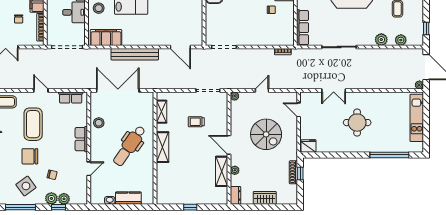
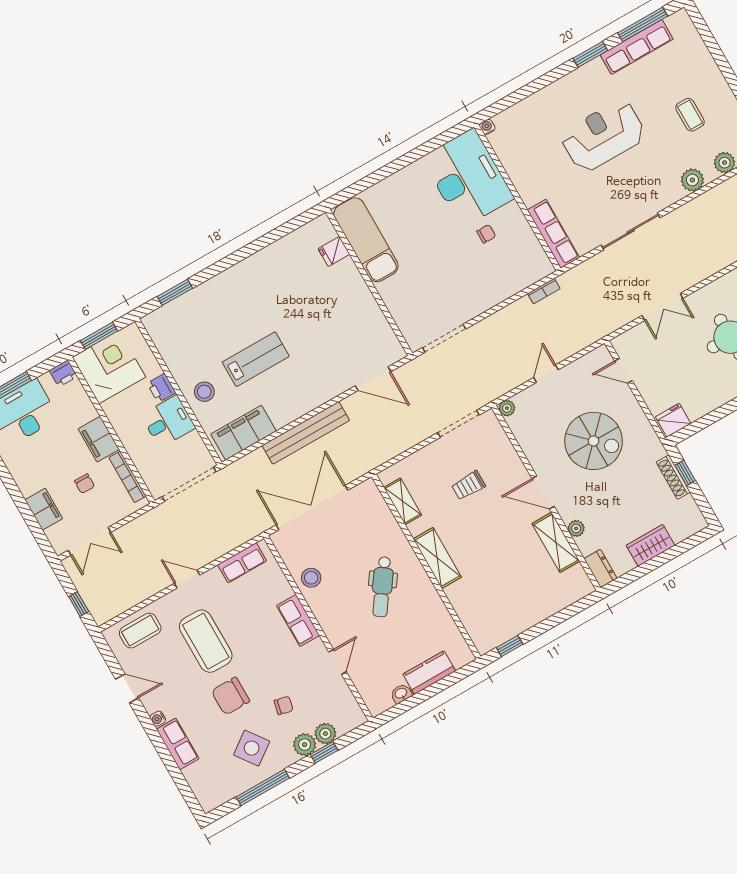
dental chair: (129, 146) -> (382, 587), width x0.73, depth x0.72
window: (190, 207) -> (510, 646), moved

